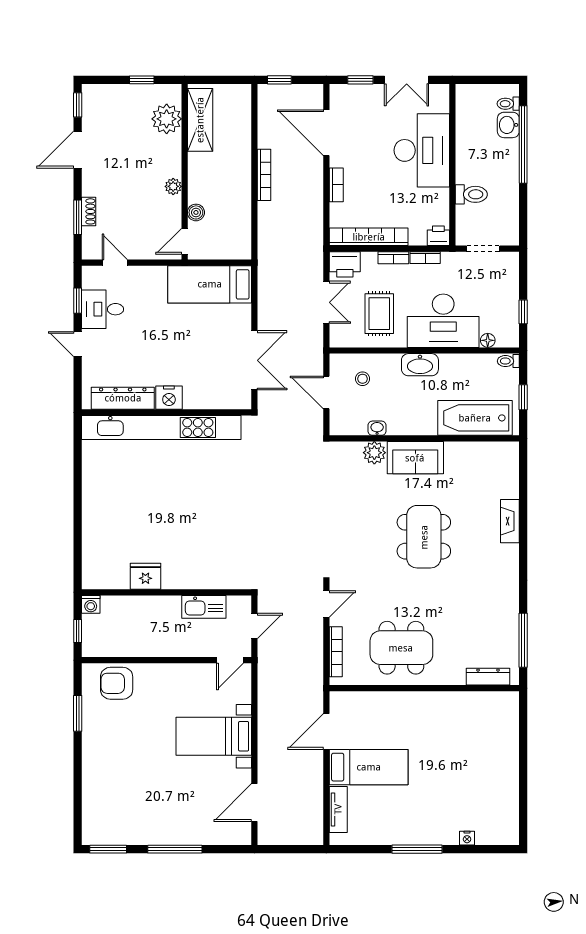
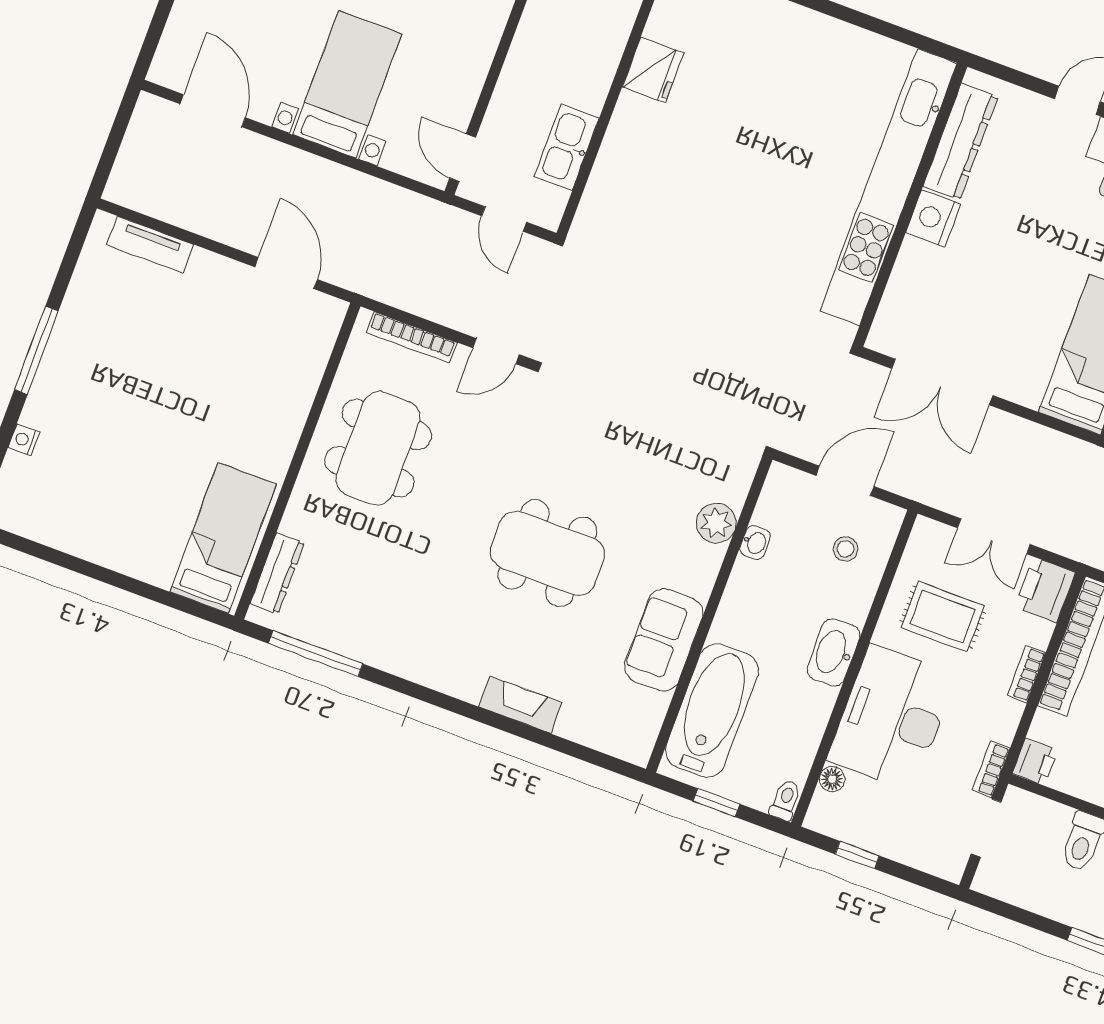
bookcase: (425, 258) -> (991, 769), moved
sofa: (415, 458) -> (664, 640), moved
door: (326, 604) -> (496, 351), hinge flipped
bed: (369, 767) -> (223, 538), moved, turned 180

